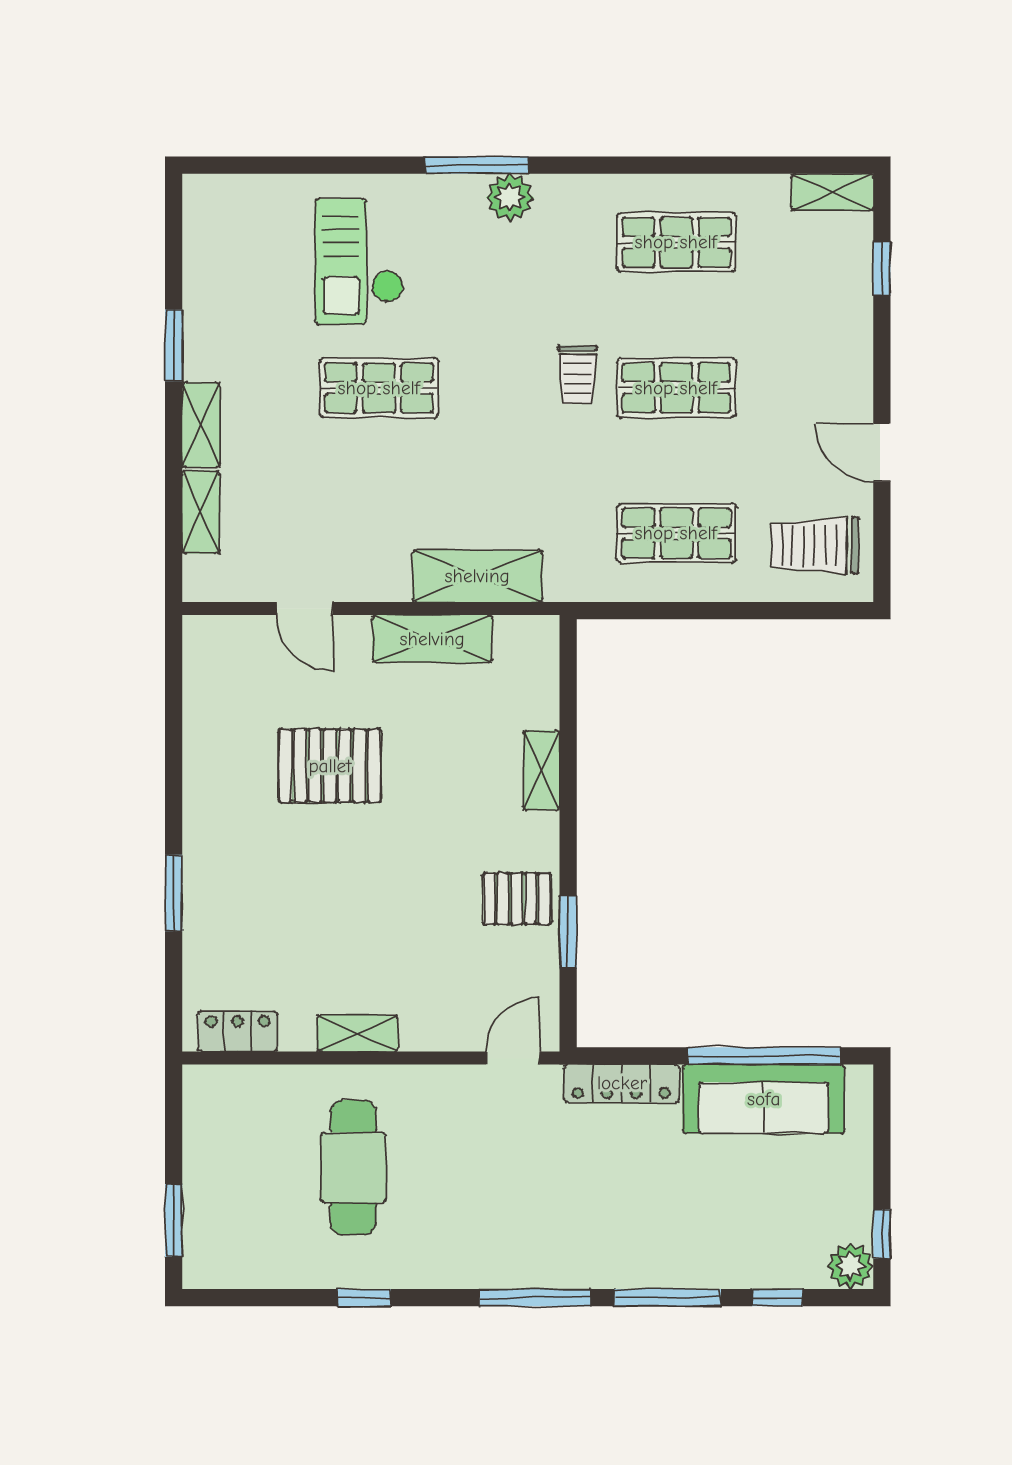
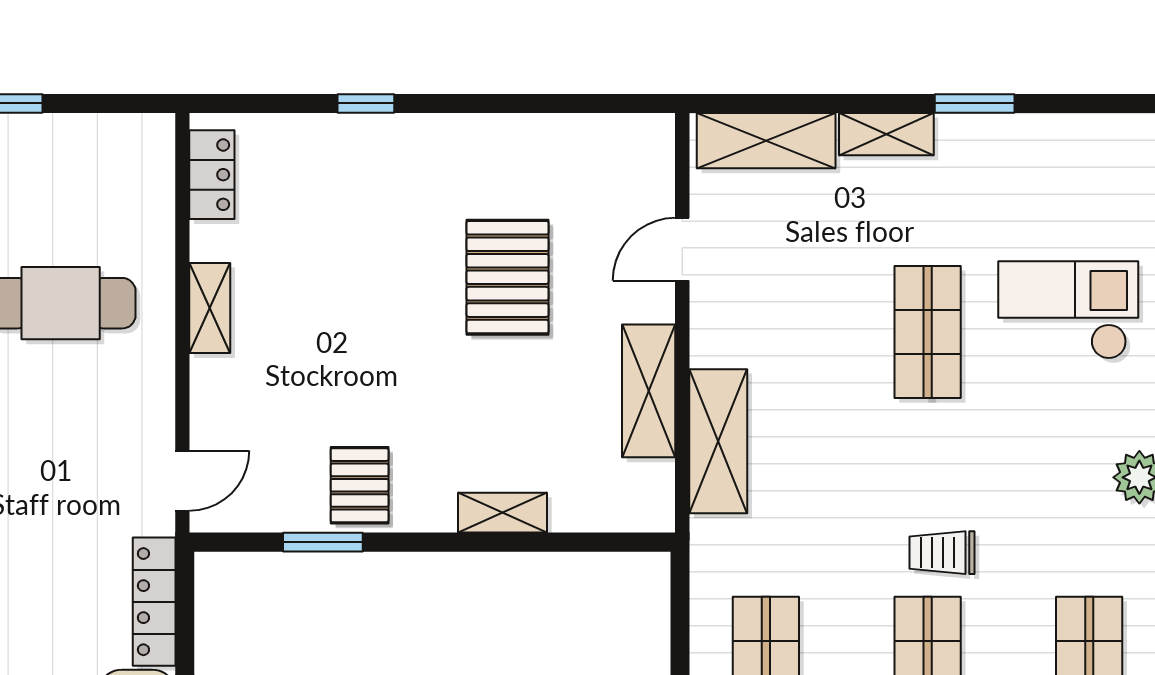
shelving: (201, 512) -> (766, 141), width x1.50, depth x1.33
window: (174, 893) -> (366, 103), width x0.67
door: (513, 1058) -> (182, 481), hinge flipped

